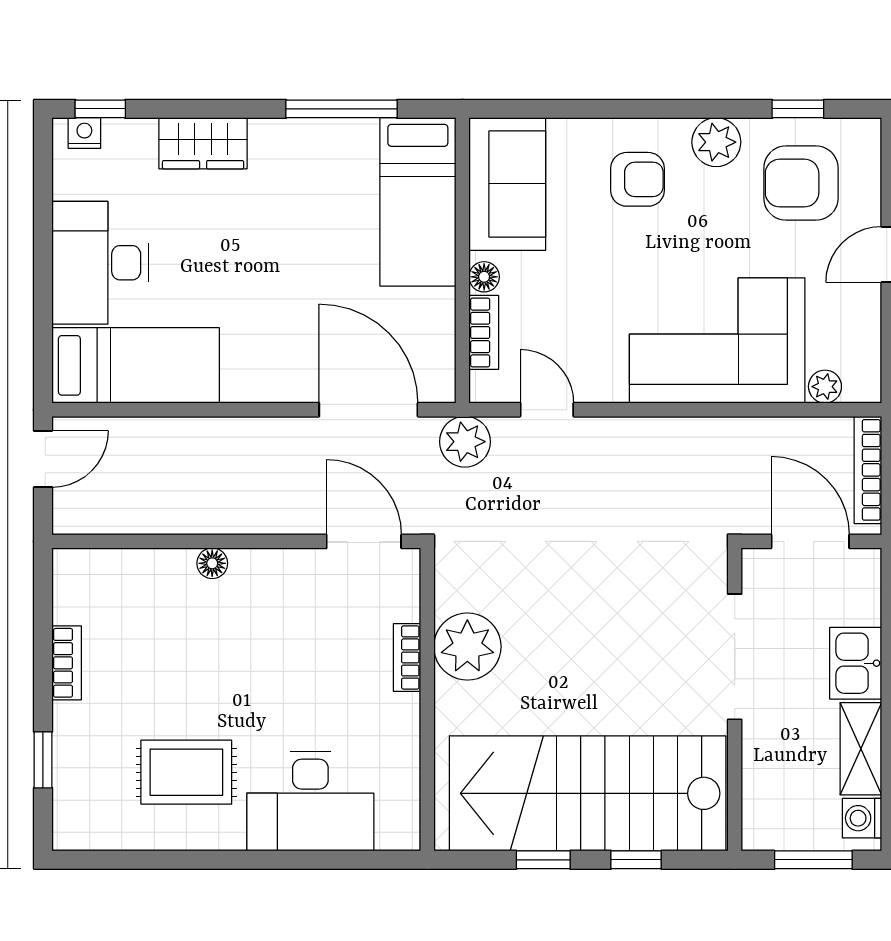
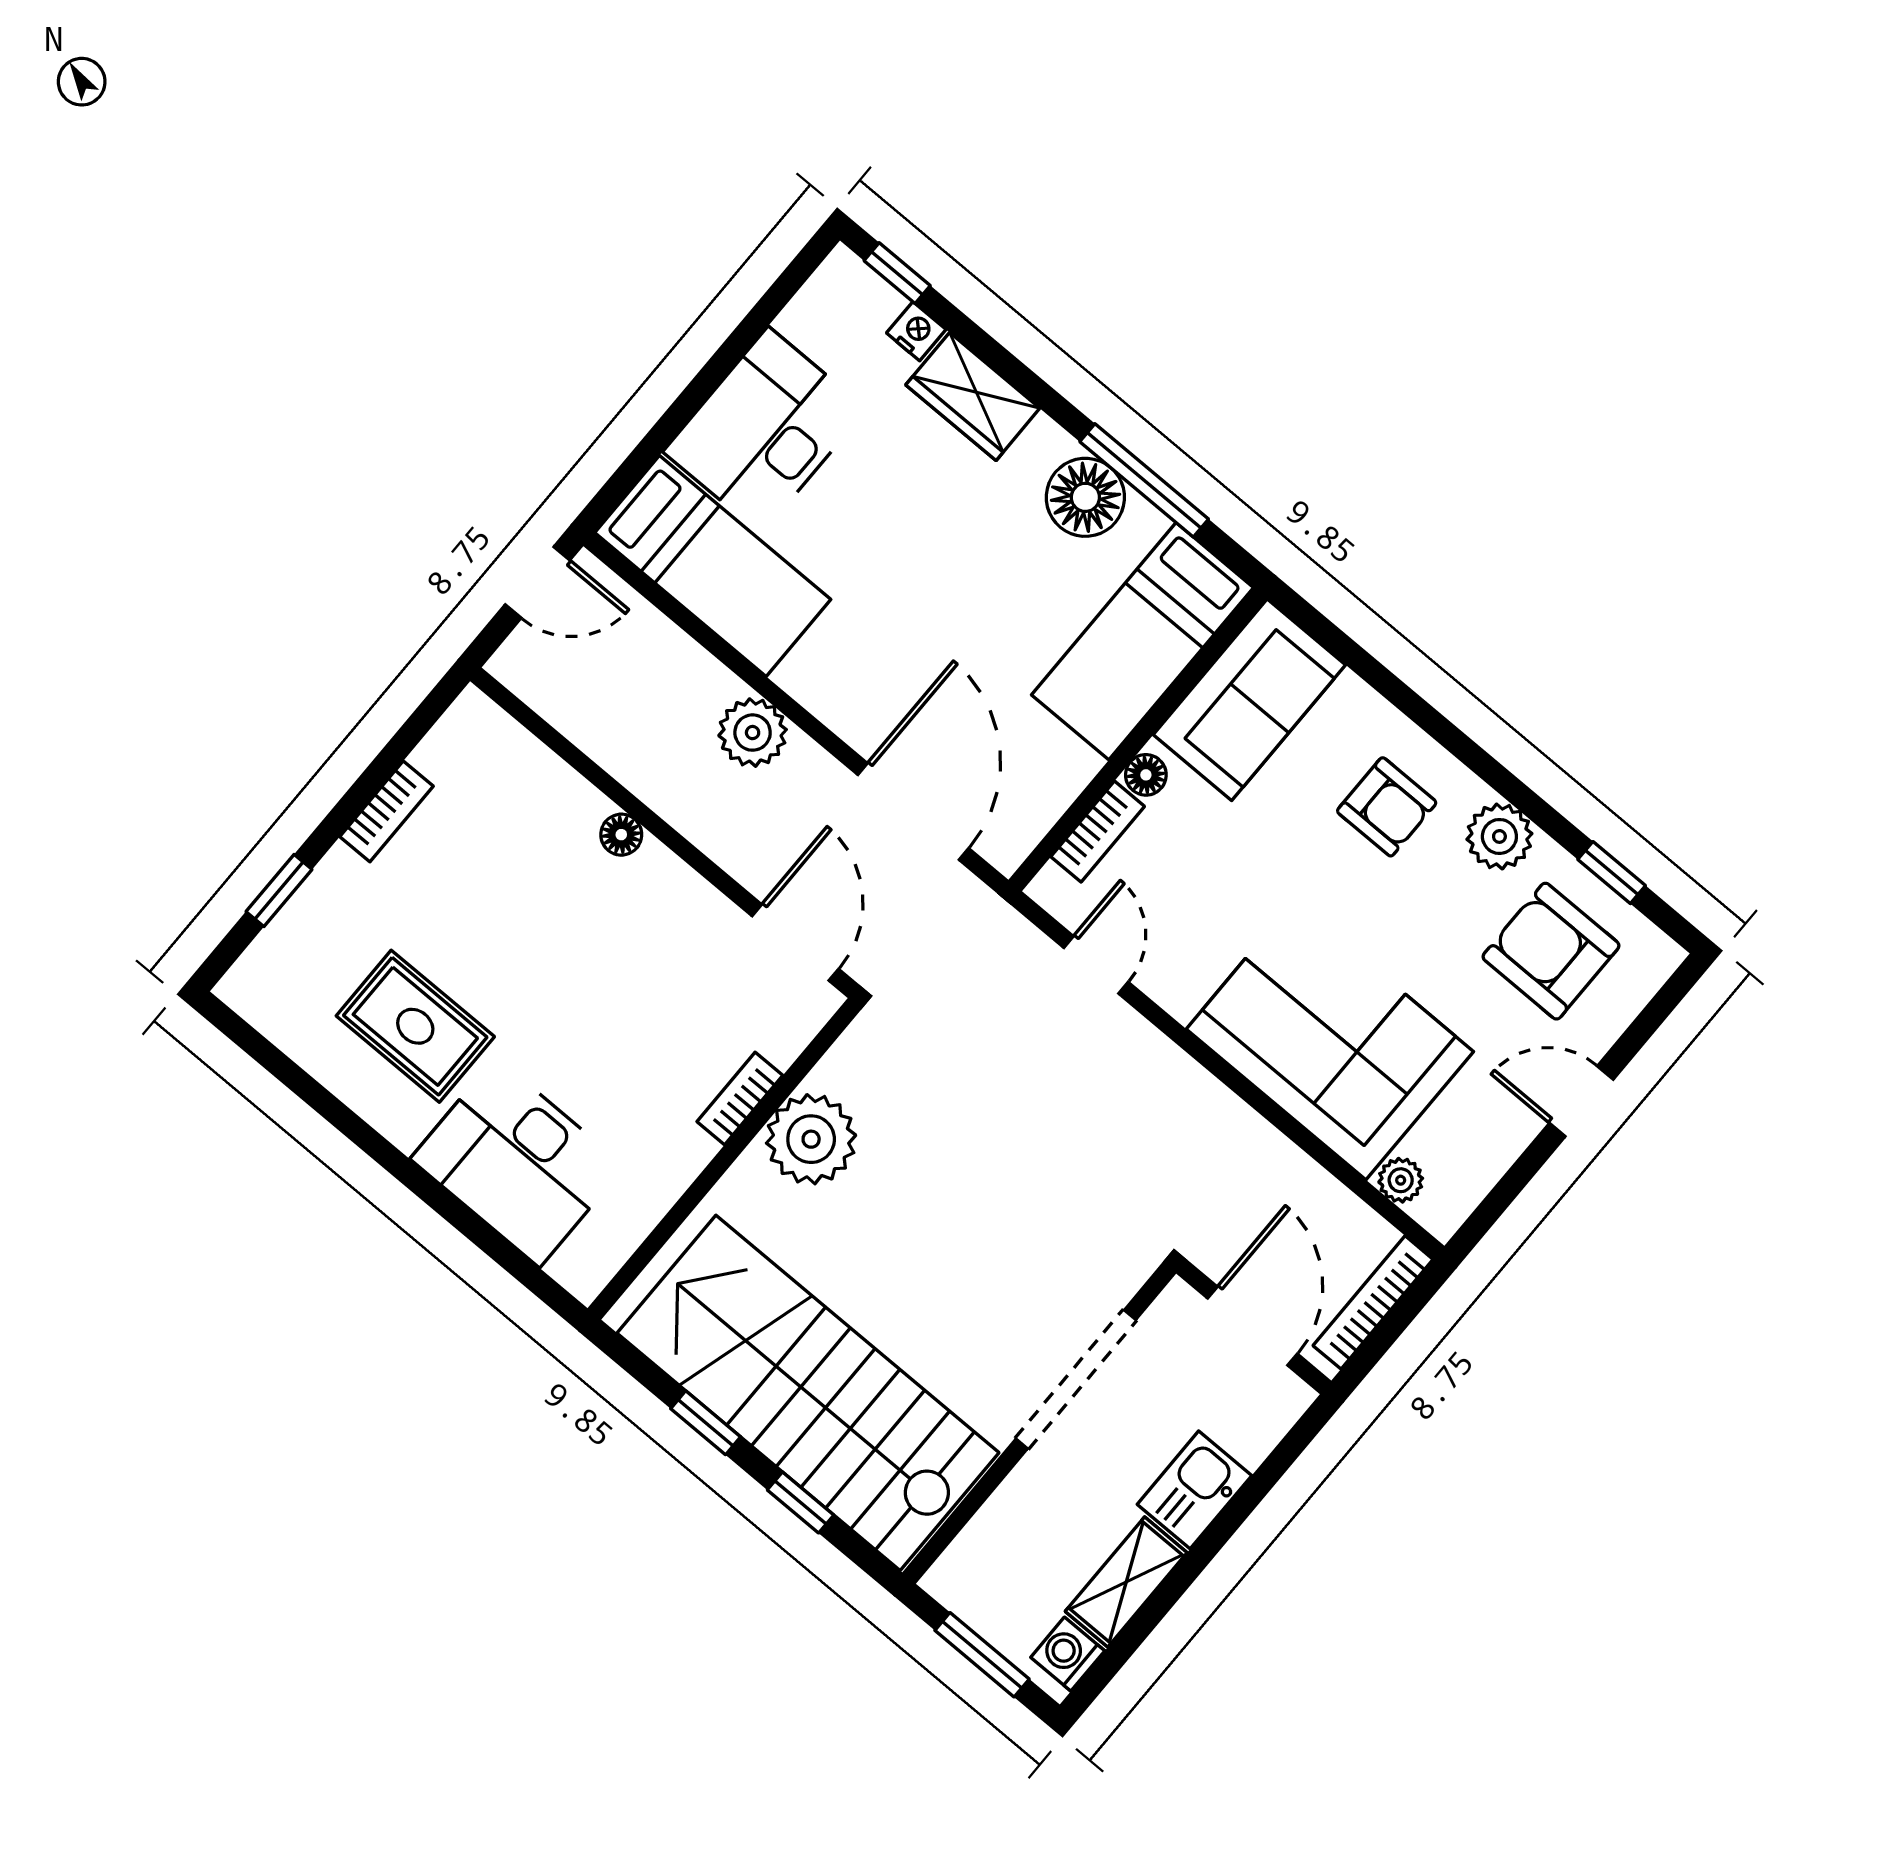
nightstand: (84, 133) -> (916, 331), moved
floor lamp: (316, 147) -> (1085, 497), added
plant: (465, 442) -> (753, 733), moved

